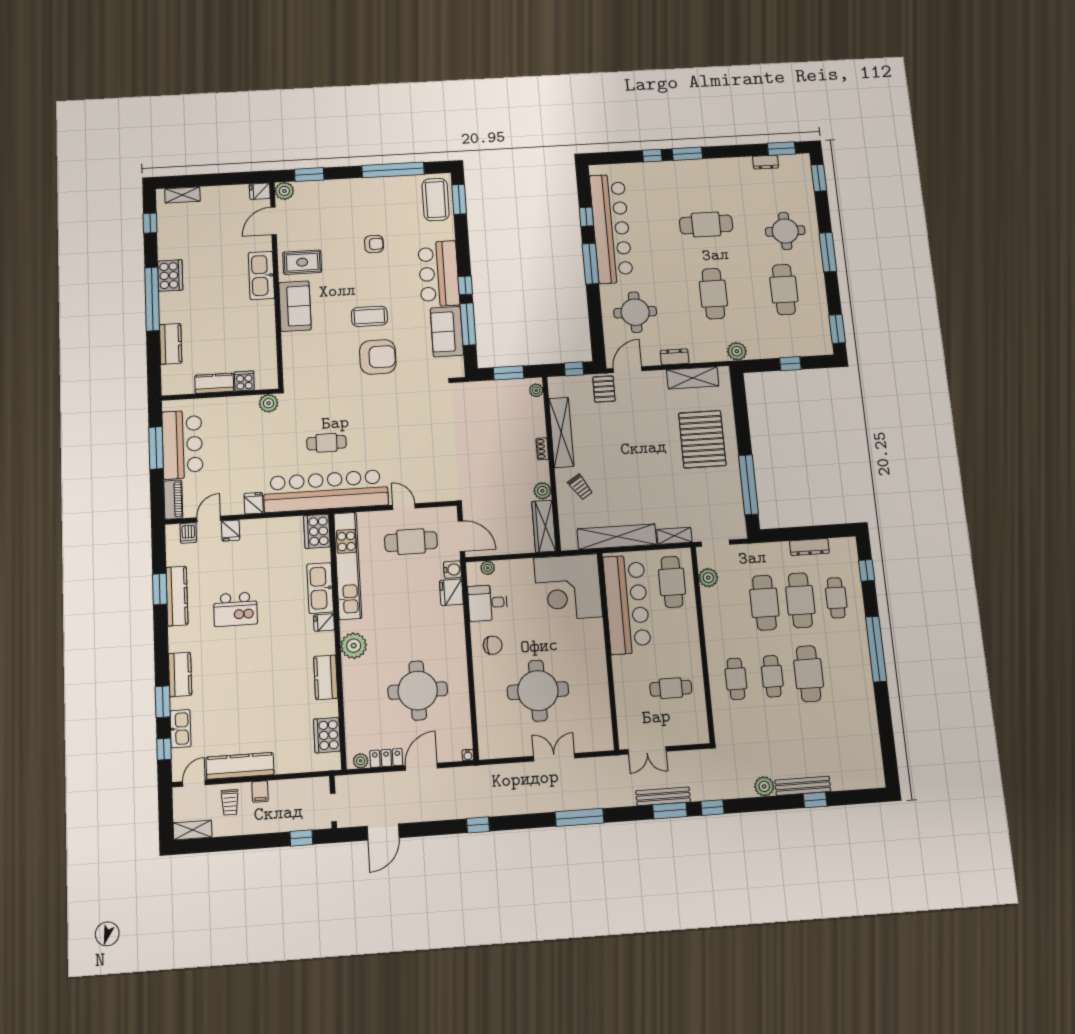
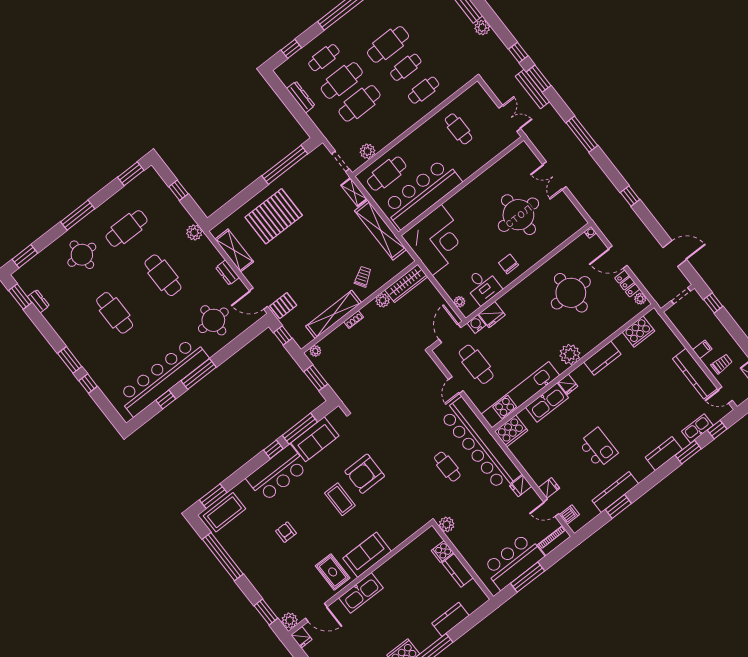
cafe table: (713, 294) -> (163, 275), turned 90
armchair: (378, 357) -> (365, 474), turned -90

